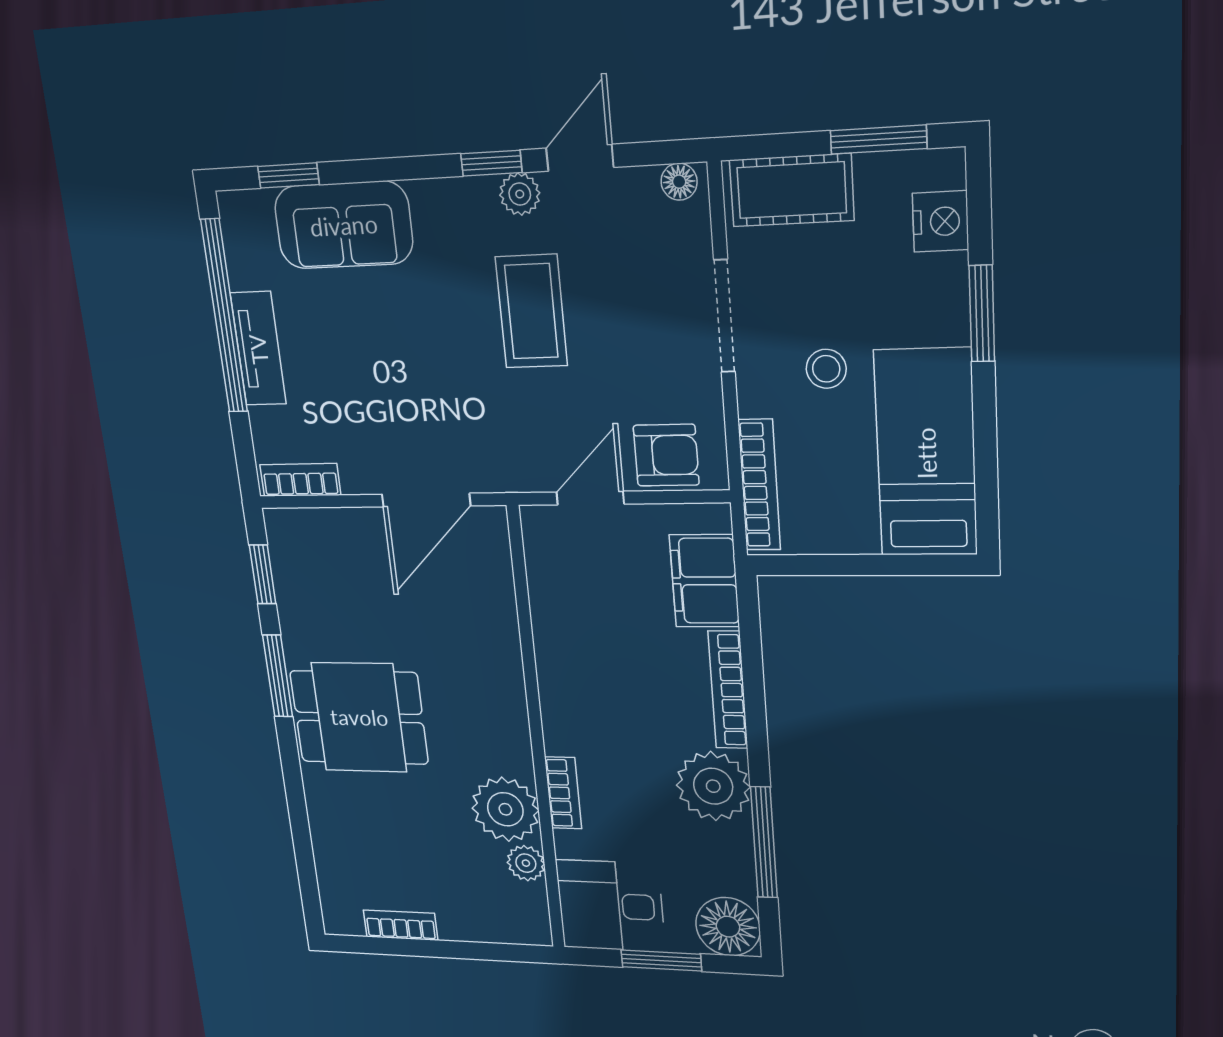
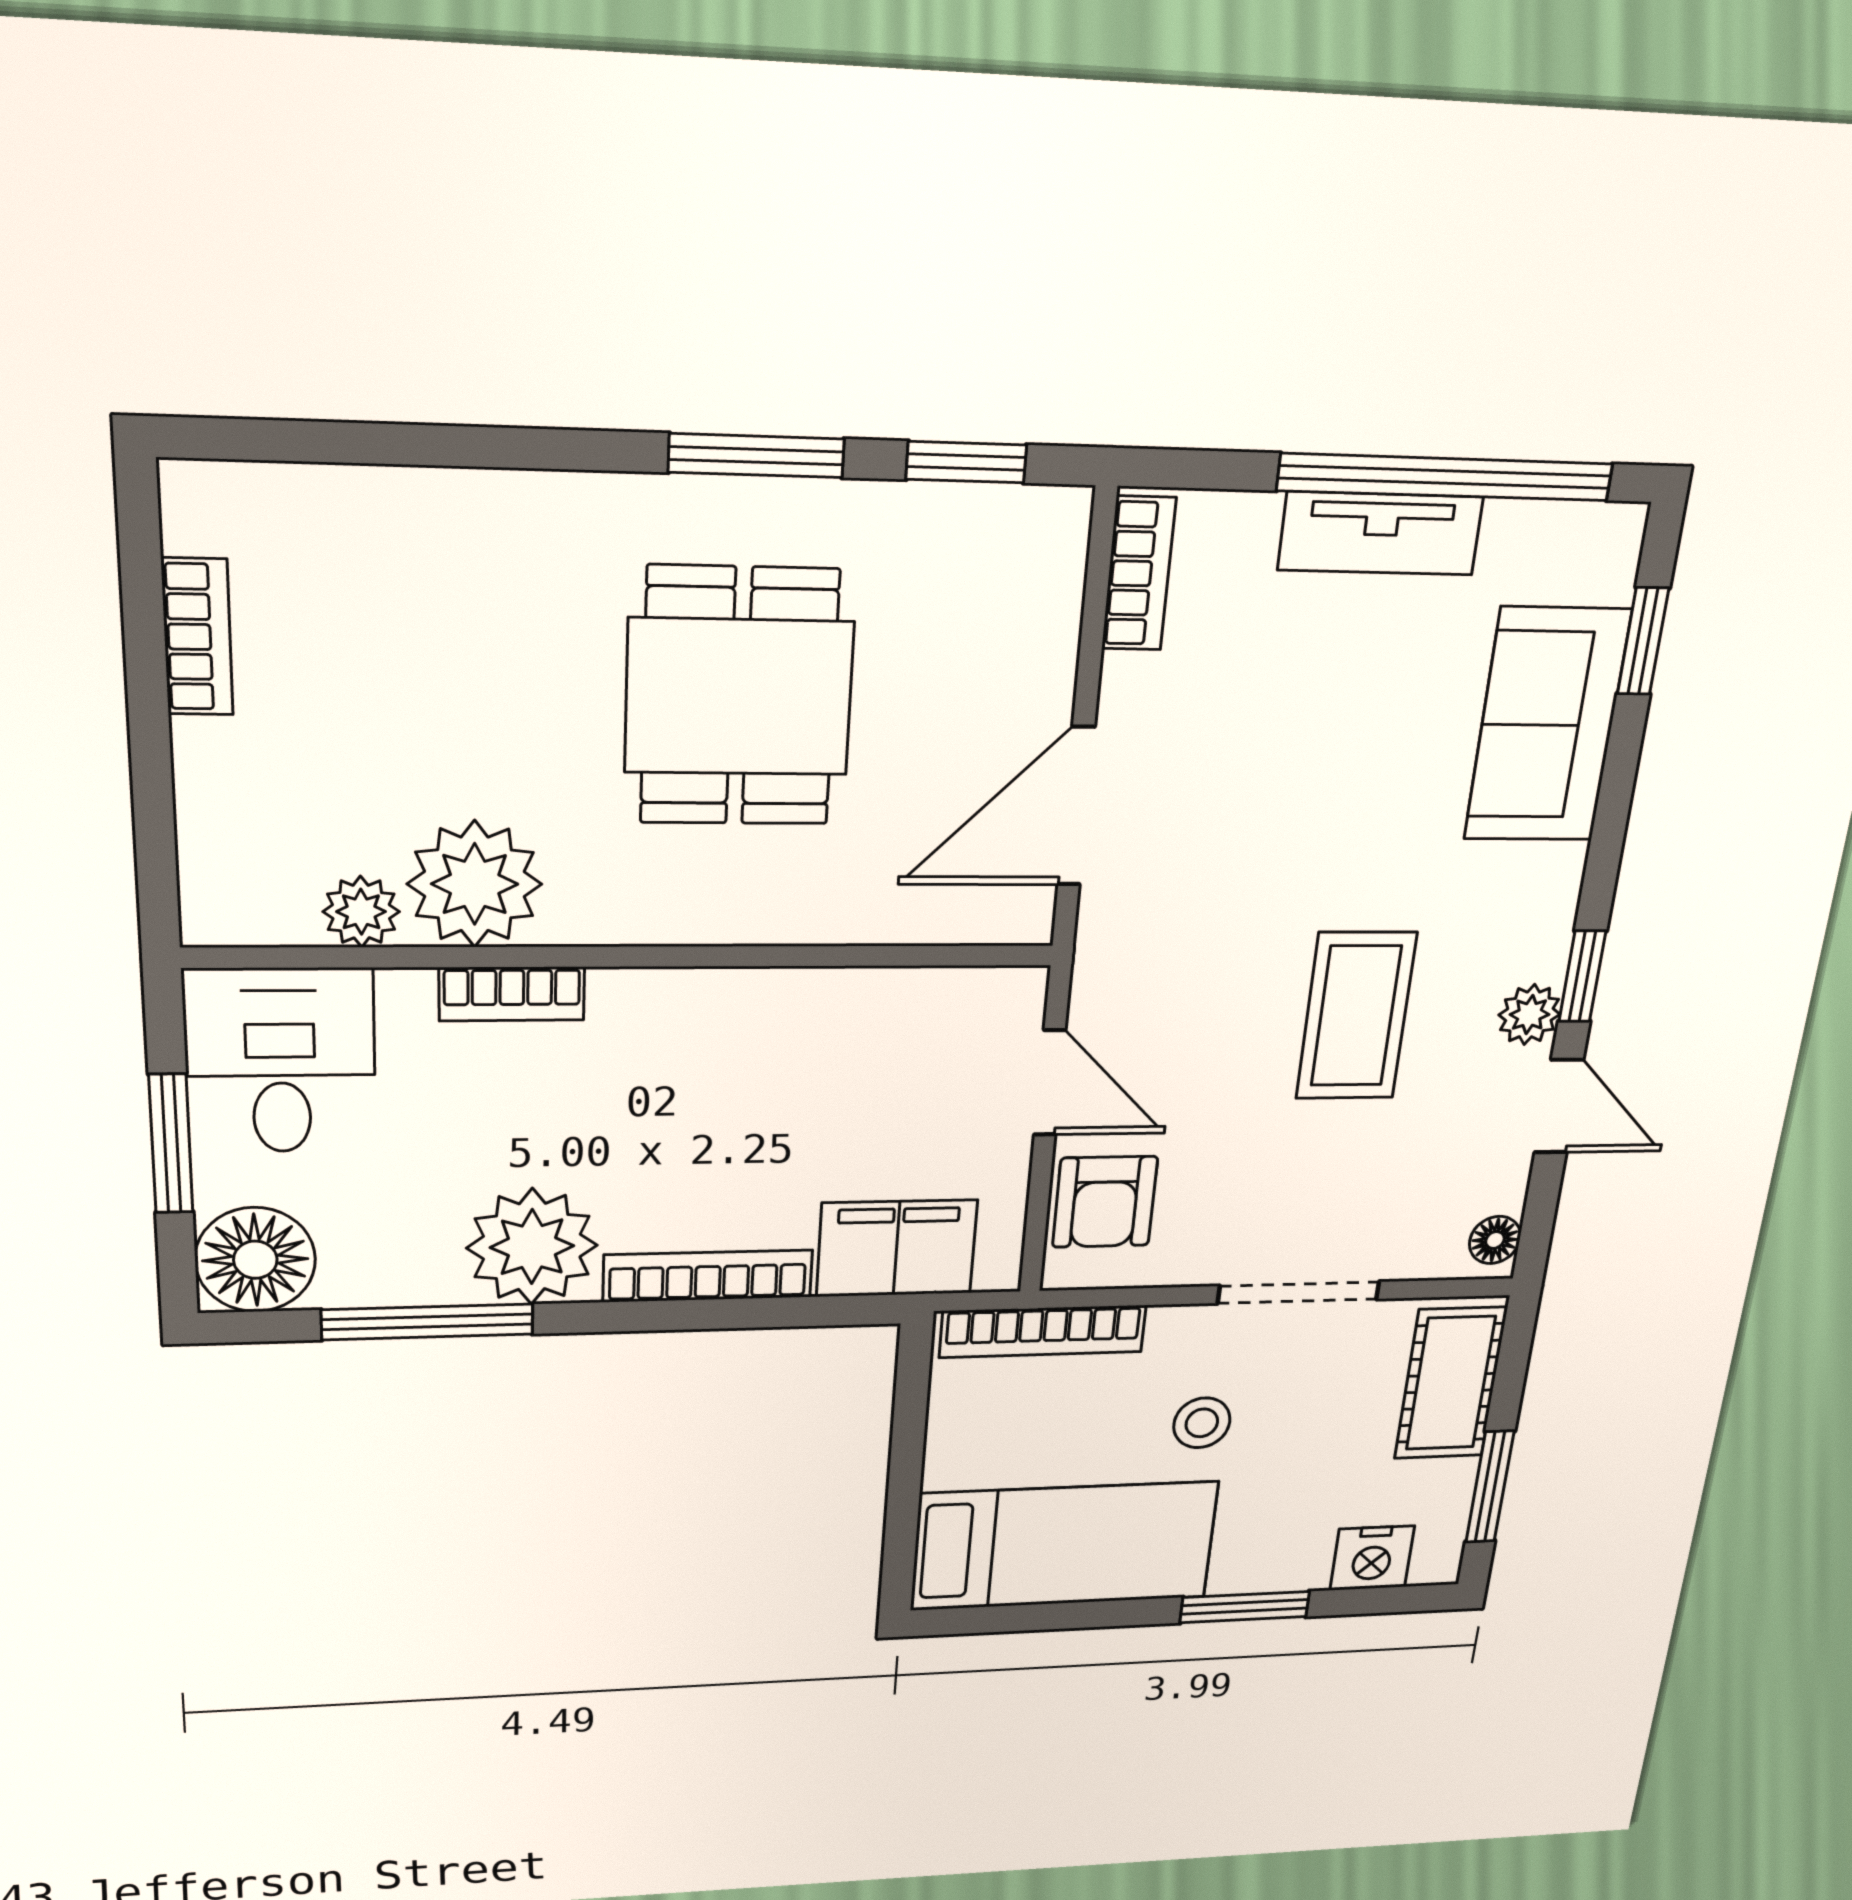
coffee table: (531, 311) -> (1356, 1016), turned 90
door: (426, 500) -> (1076, 806), hinge flipped
dining table: (359, 717) -> (739, 697), moved

